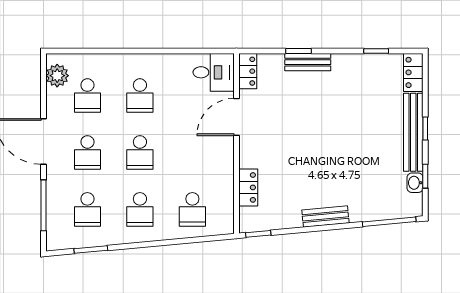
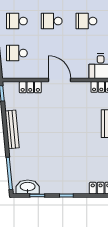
door: (236, 117) -> (60, 80), moved
bench: (413, 132) -> (64, 188), removed
washbasin: (415, 183) -> (28, 187), width x1.91, depth x1.45
bench: (325, 217) -> (12, 129), width x1.36

